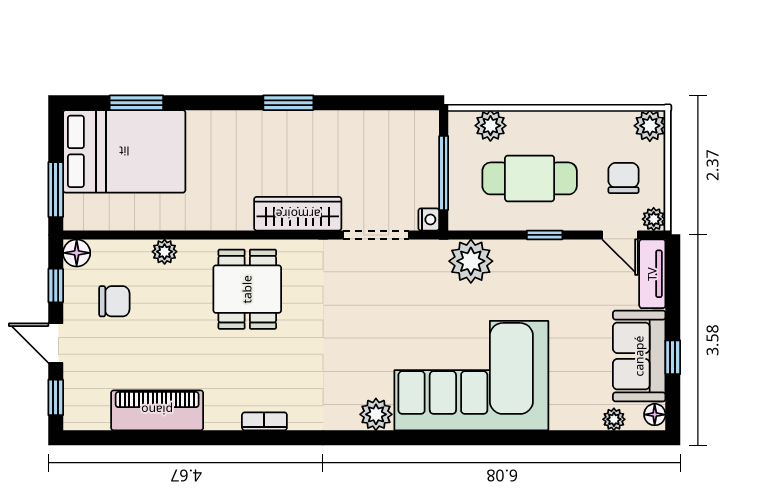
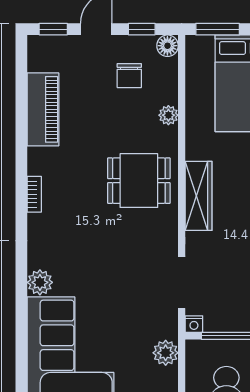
wardrobe: (298, 214) -> (199, 196), moved
plant: (471, 261) -> (166, 353), width x0.73, depth x0.73

